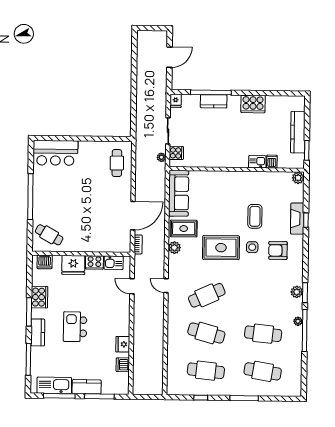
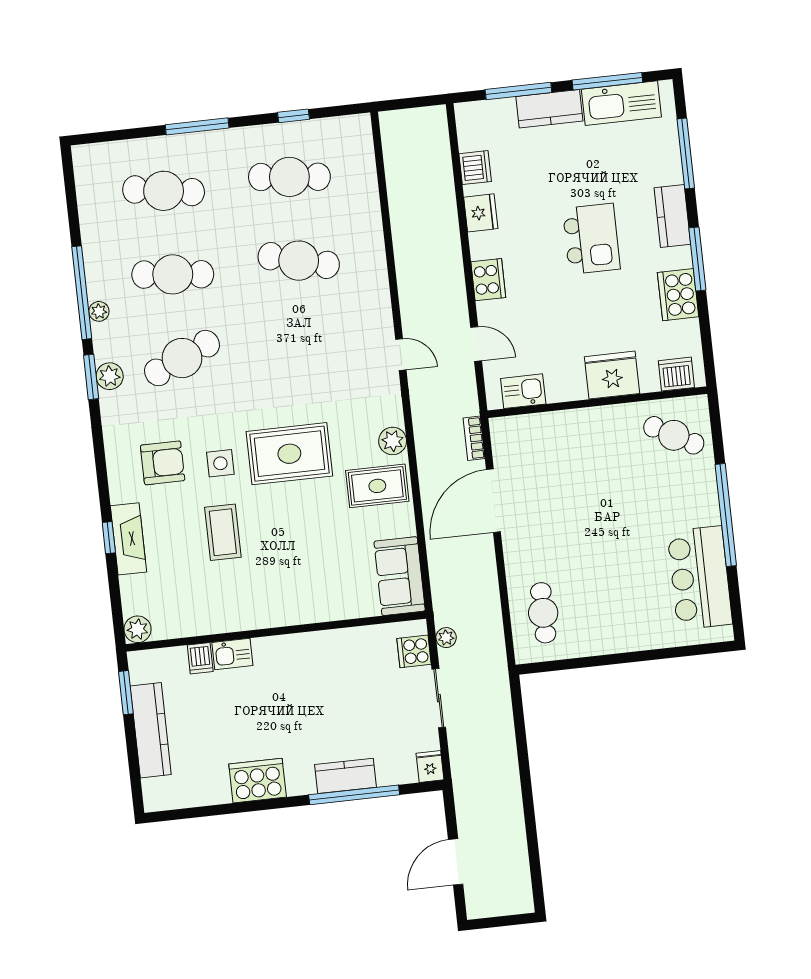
bar counter: (55, 153) -> (700, 578), moved, turned -90
sofa: (179, 193) -> (400, 576), width x0.73
cooker: (94, 262) -> (488, 280), moved, turned 90
cafe table: (207, 295) -> (182, 358), moved

